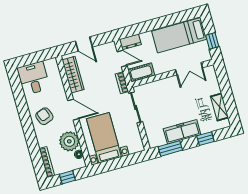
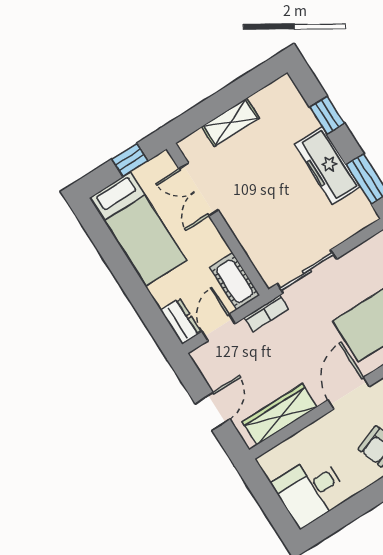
double door: (189, 69) -> (199, 189), swing flipped
shelving: (220, 107) -> (231, 122), moved

